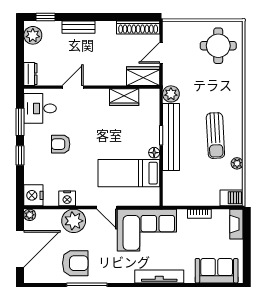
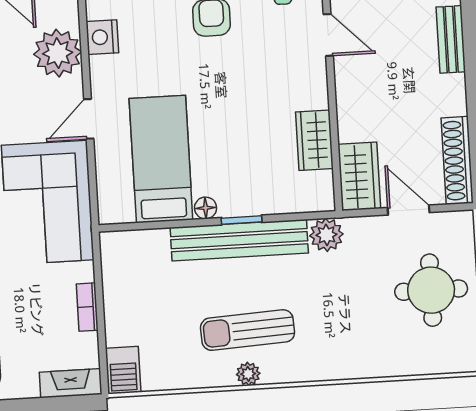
round table: (218, 46) -> (431, 290), moved
plant: (237, 163) -> (248, 374), moved

